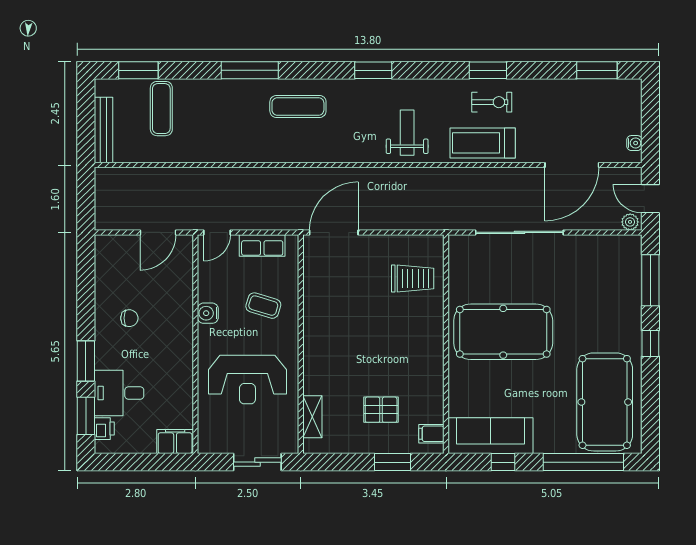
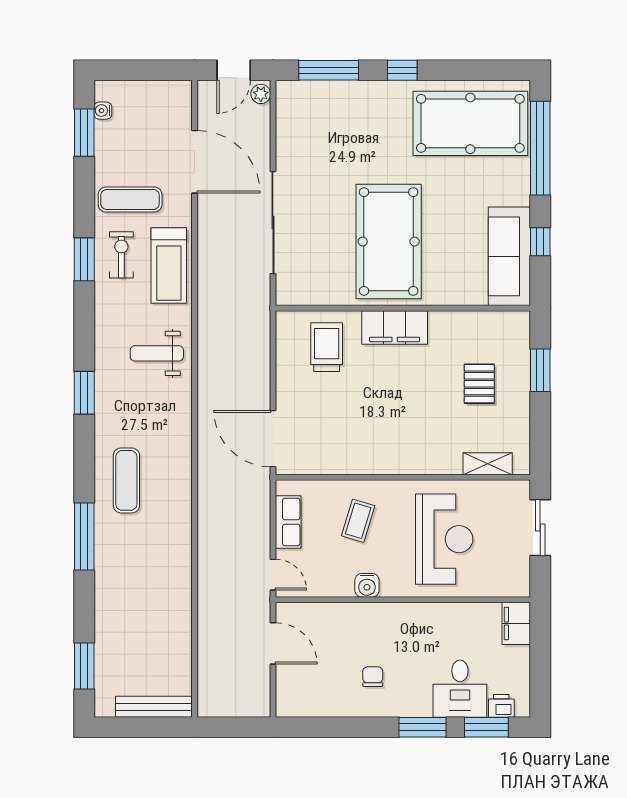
exercise mat: (161, 109) -> (130, 200), moved
water cooler: (634, 143) -> (103, 111), moved, turned -90
filing cabinet: (431, 434) -> (395, 328), moved, width x3.00, depth x1.17

